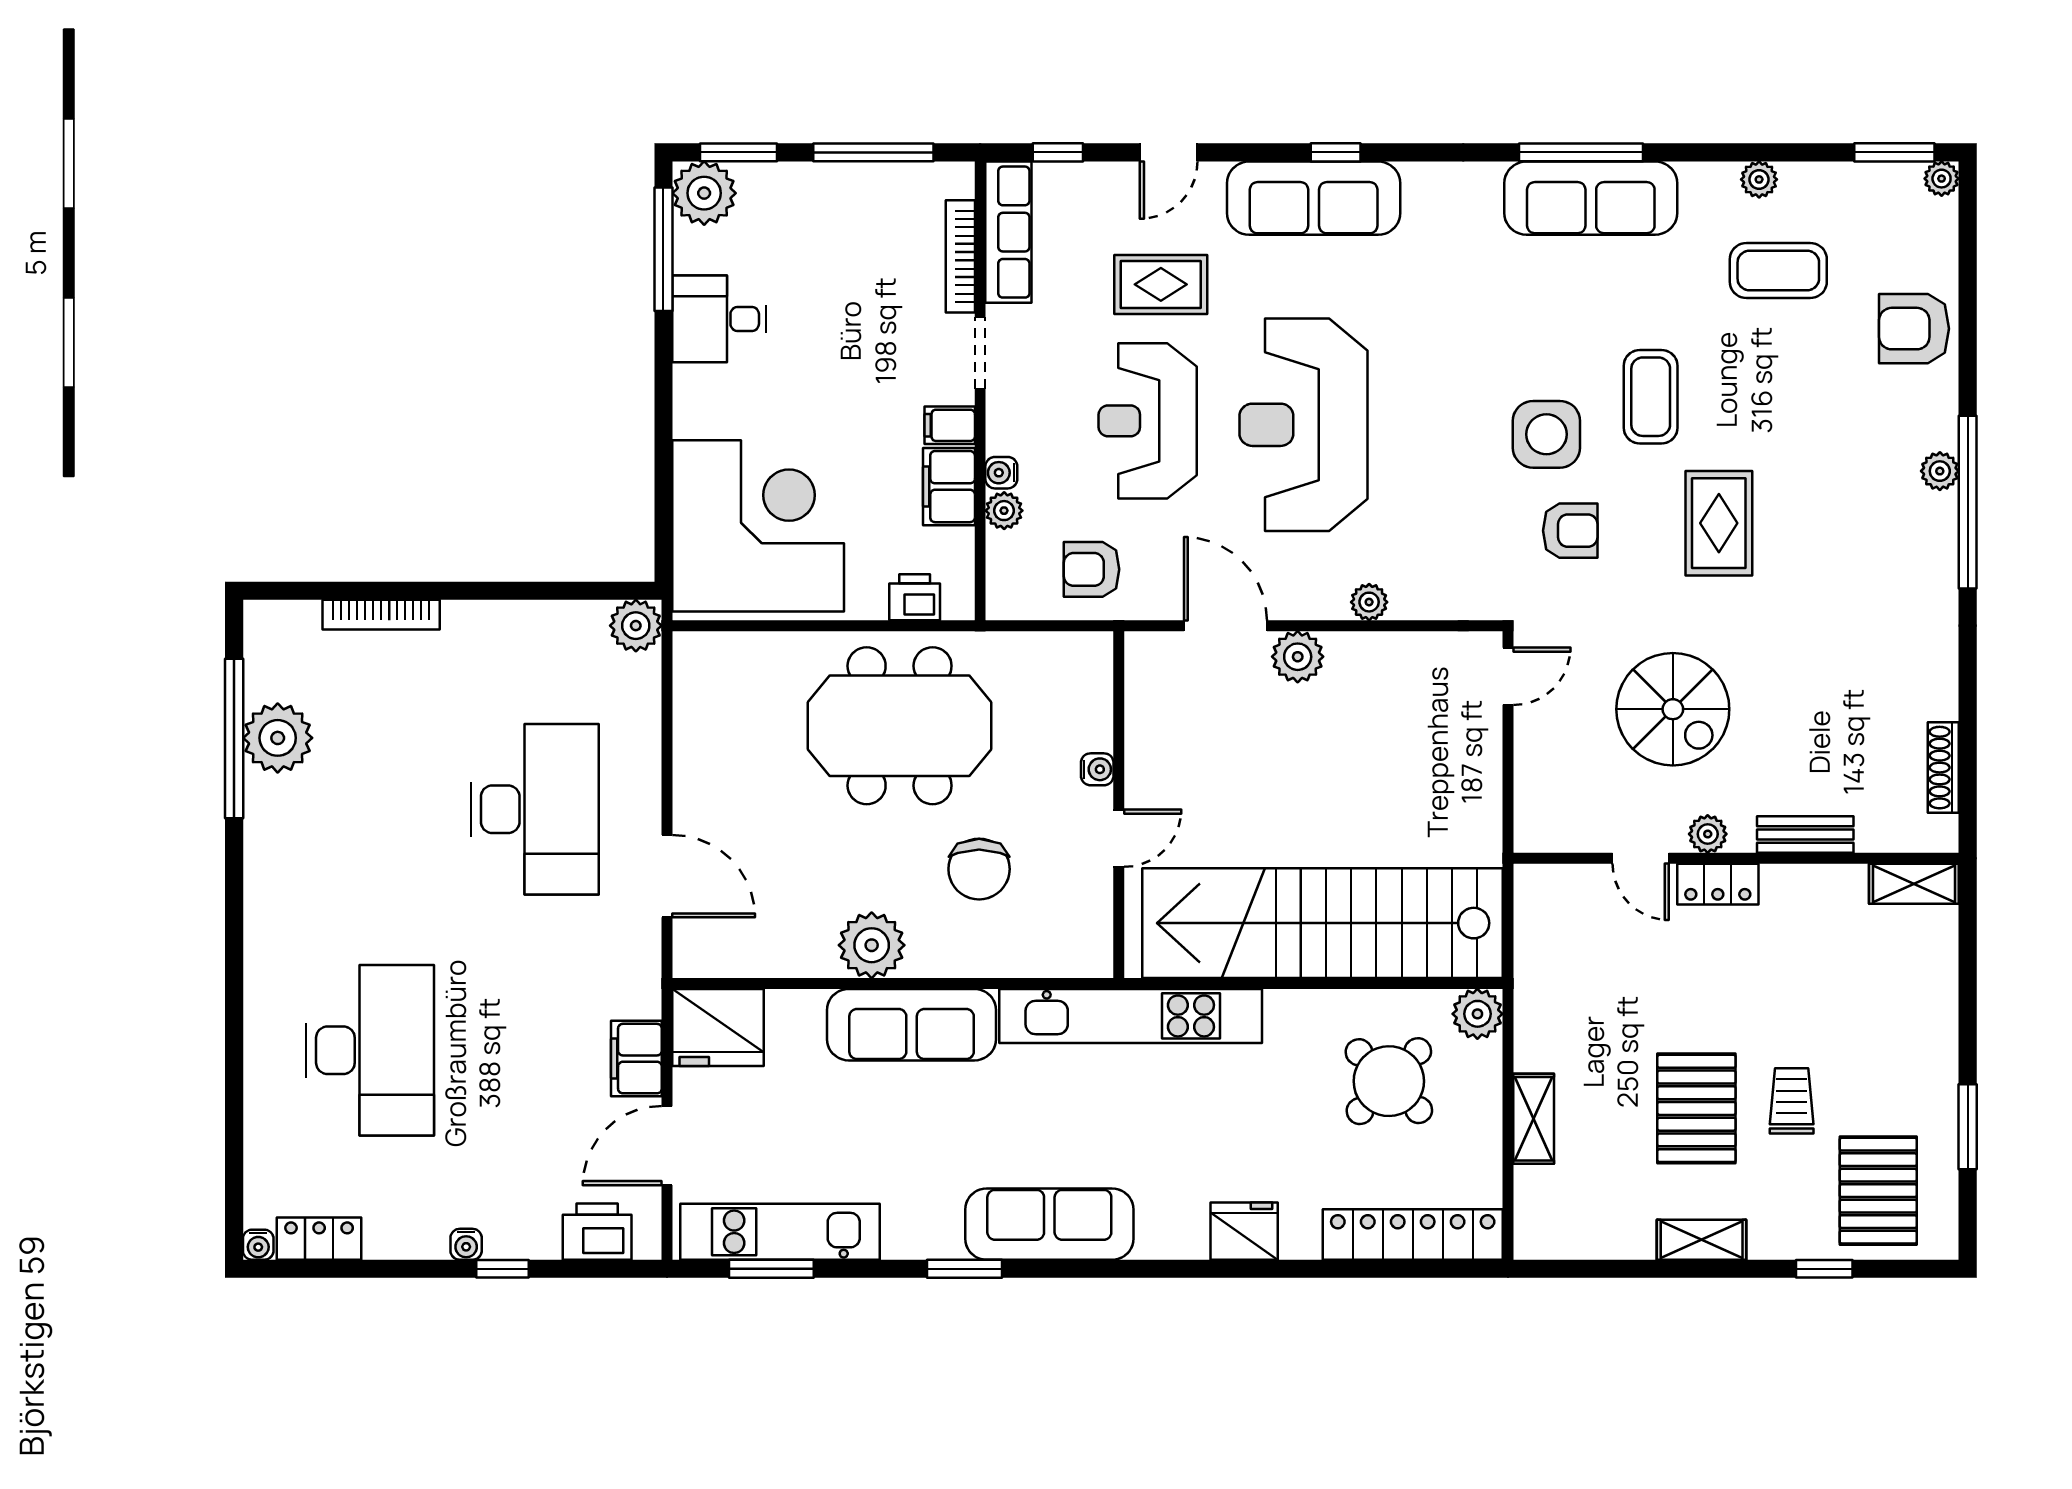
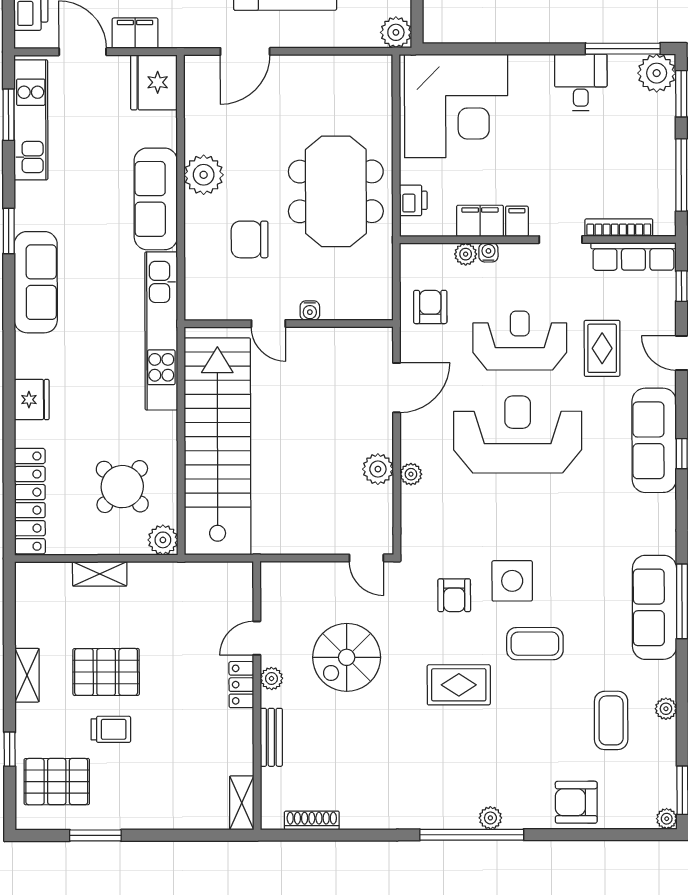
armchair: (1914, 329) -> (576, 802), turned -90
plant: (1298, 657) -> (378, 469), moved

